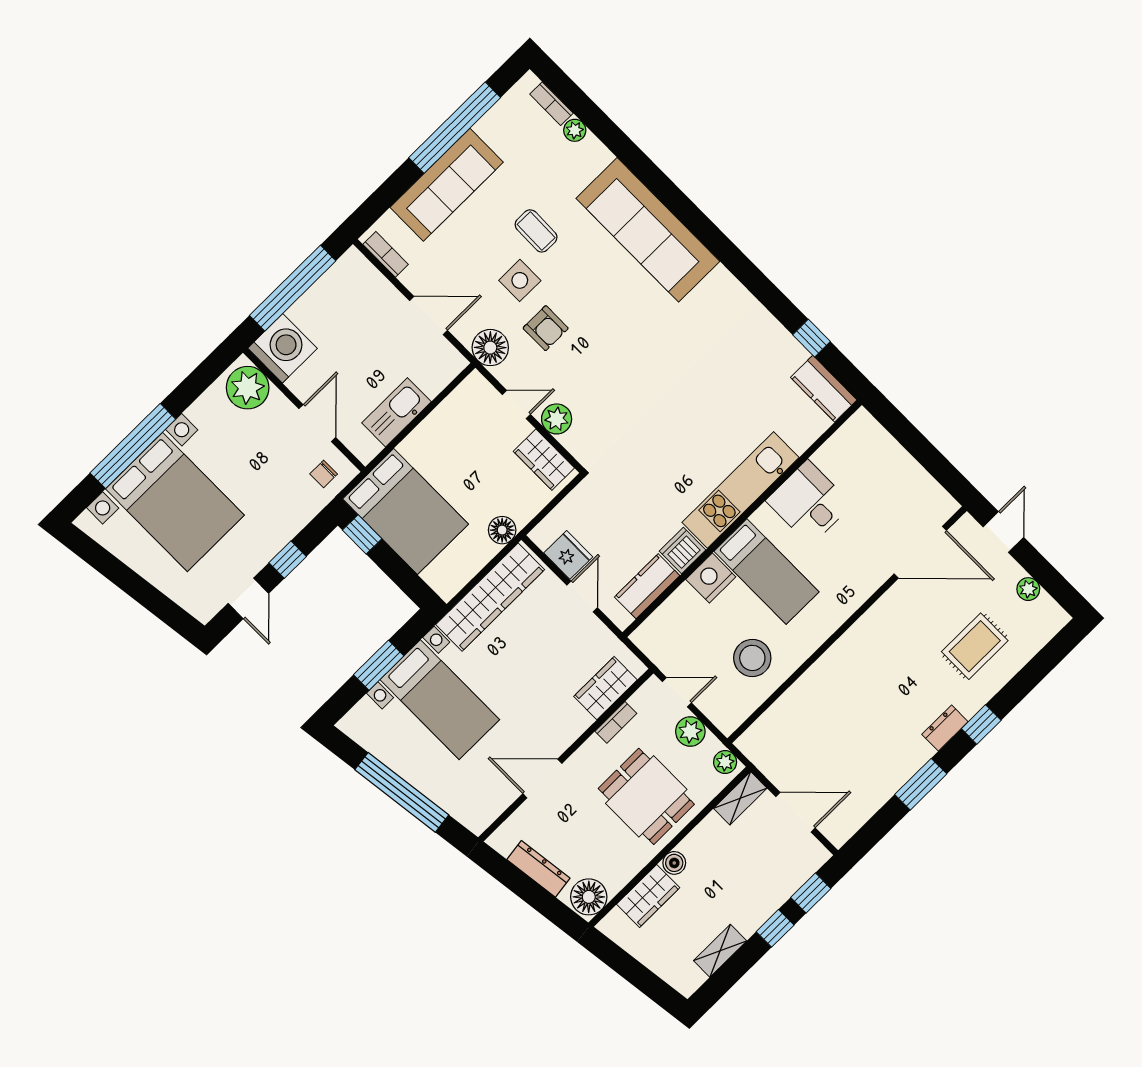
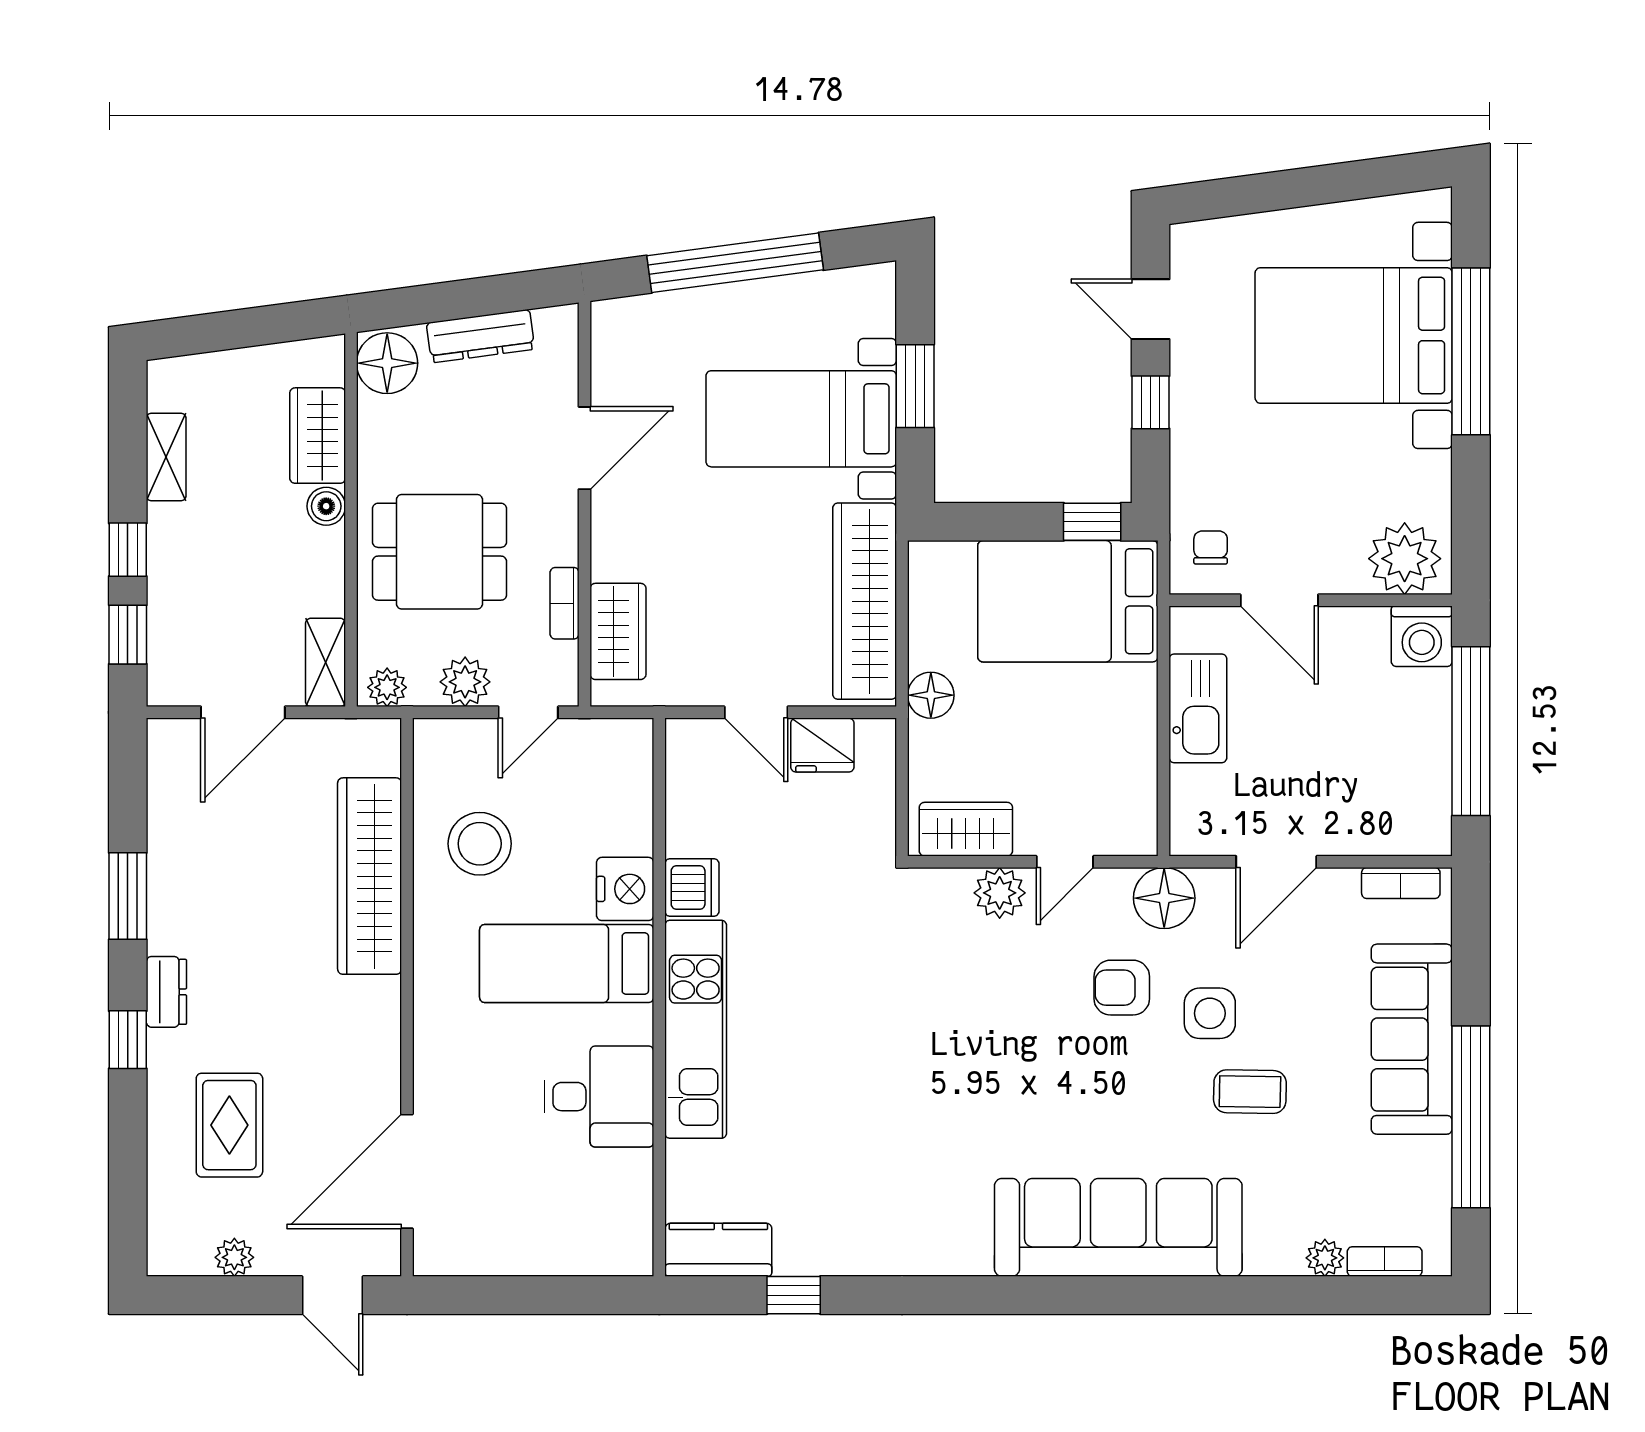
washing machine: (283, 348) -> (1422, 636), width x0.73, depth x0.73
kitchen counter: (647, 586) -> (691, 803), removed
wardrobe: (812, 691) -> (370, 876), added

